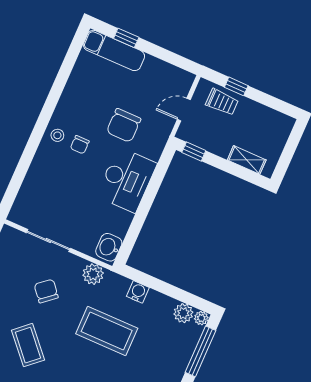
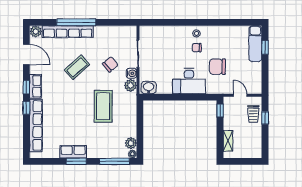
water cooler: (138, 292) -> (132, 73), moved

